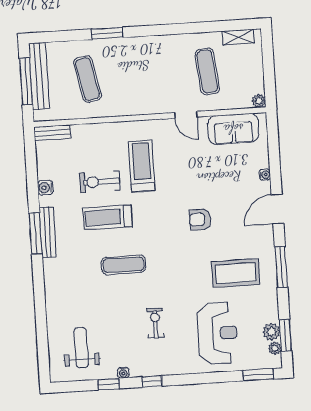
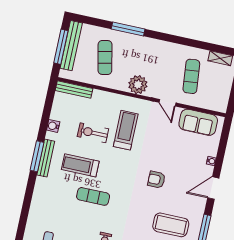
window: (107, 33) -> (128, 29), width x1.44
plant: (259, 101) -> (138, 85), moved, width x1.88, depth x1.88
bench: (52, 133) -> (74, 89), width x1.36
treadmill: (108, 217) -> (80, 165), moved

